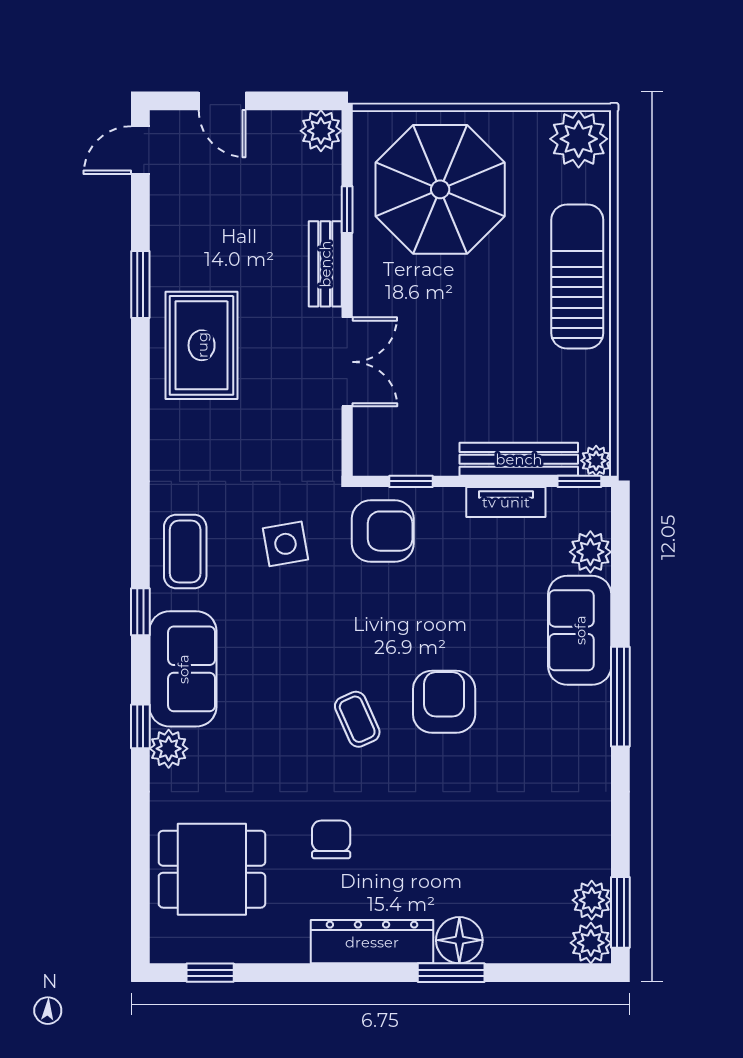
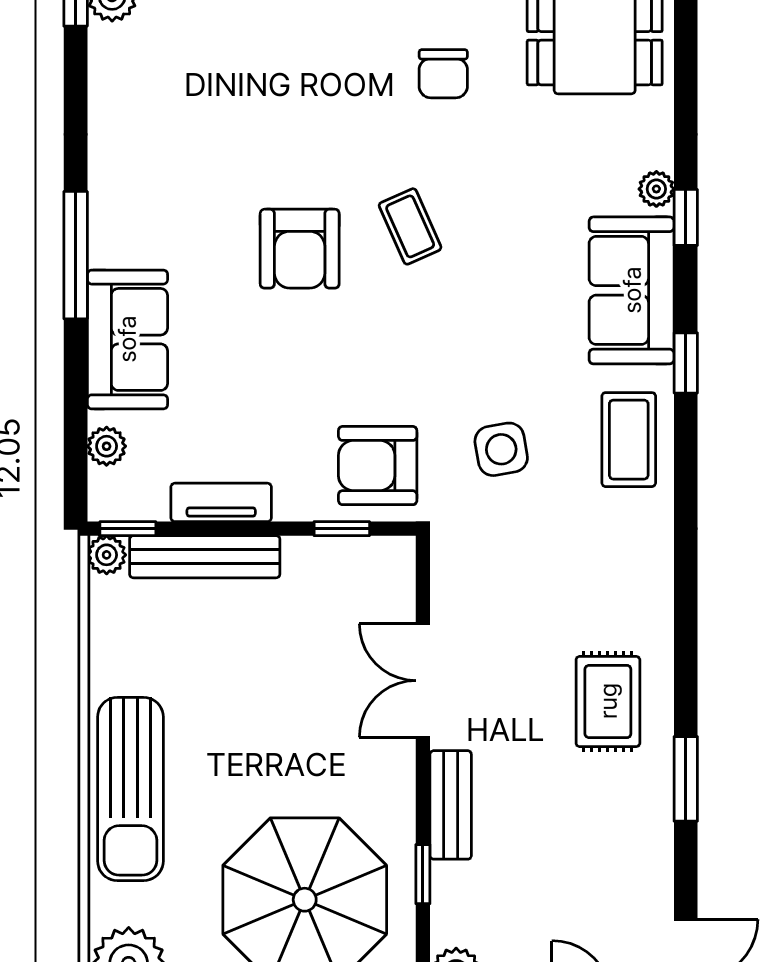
rug: (202, 345) -> (608, 701), width x0.73, depth x0.70
plant: (590, 552) -> (107, 446), width x0.73, depth x0.73
plant: (169, 749) -> (656, 189), width x0.73, depth x0.73

